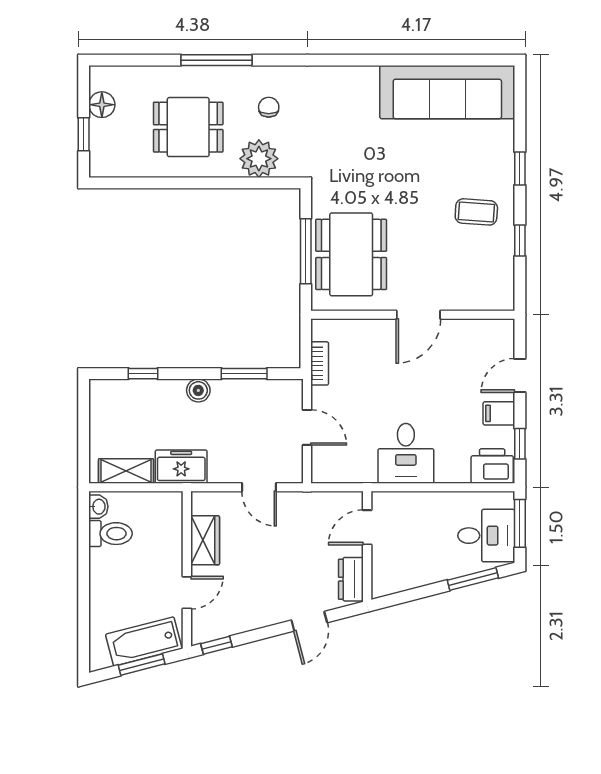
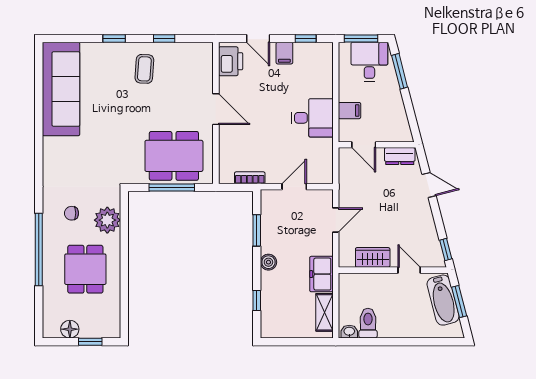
window: (217, 60) -> (39, 249), width x1.46
printer: (492, 466) -> (231, 61), moved, turned 180
filing cabinet: (416, 507) -> (350, 111), added

